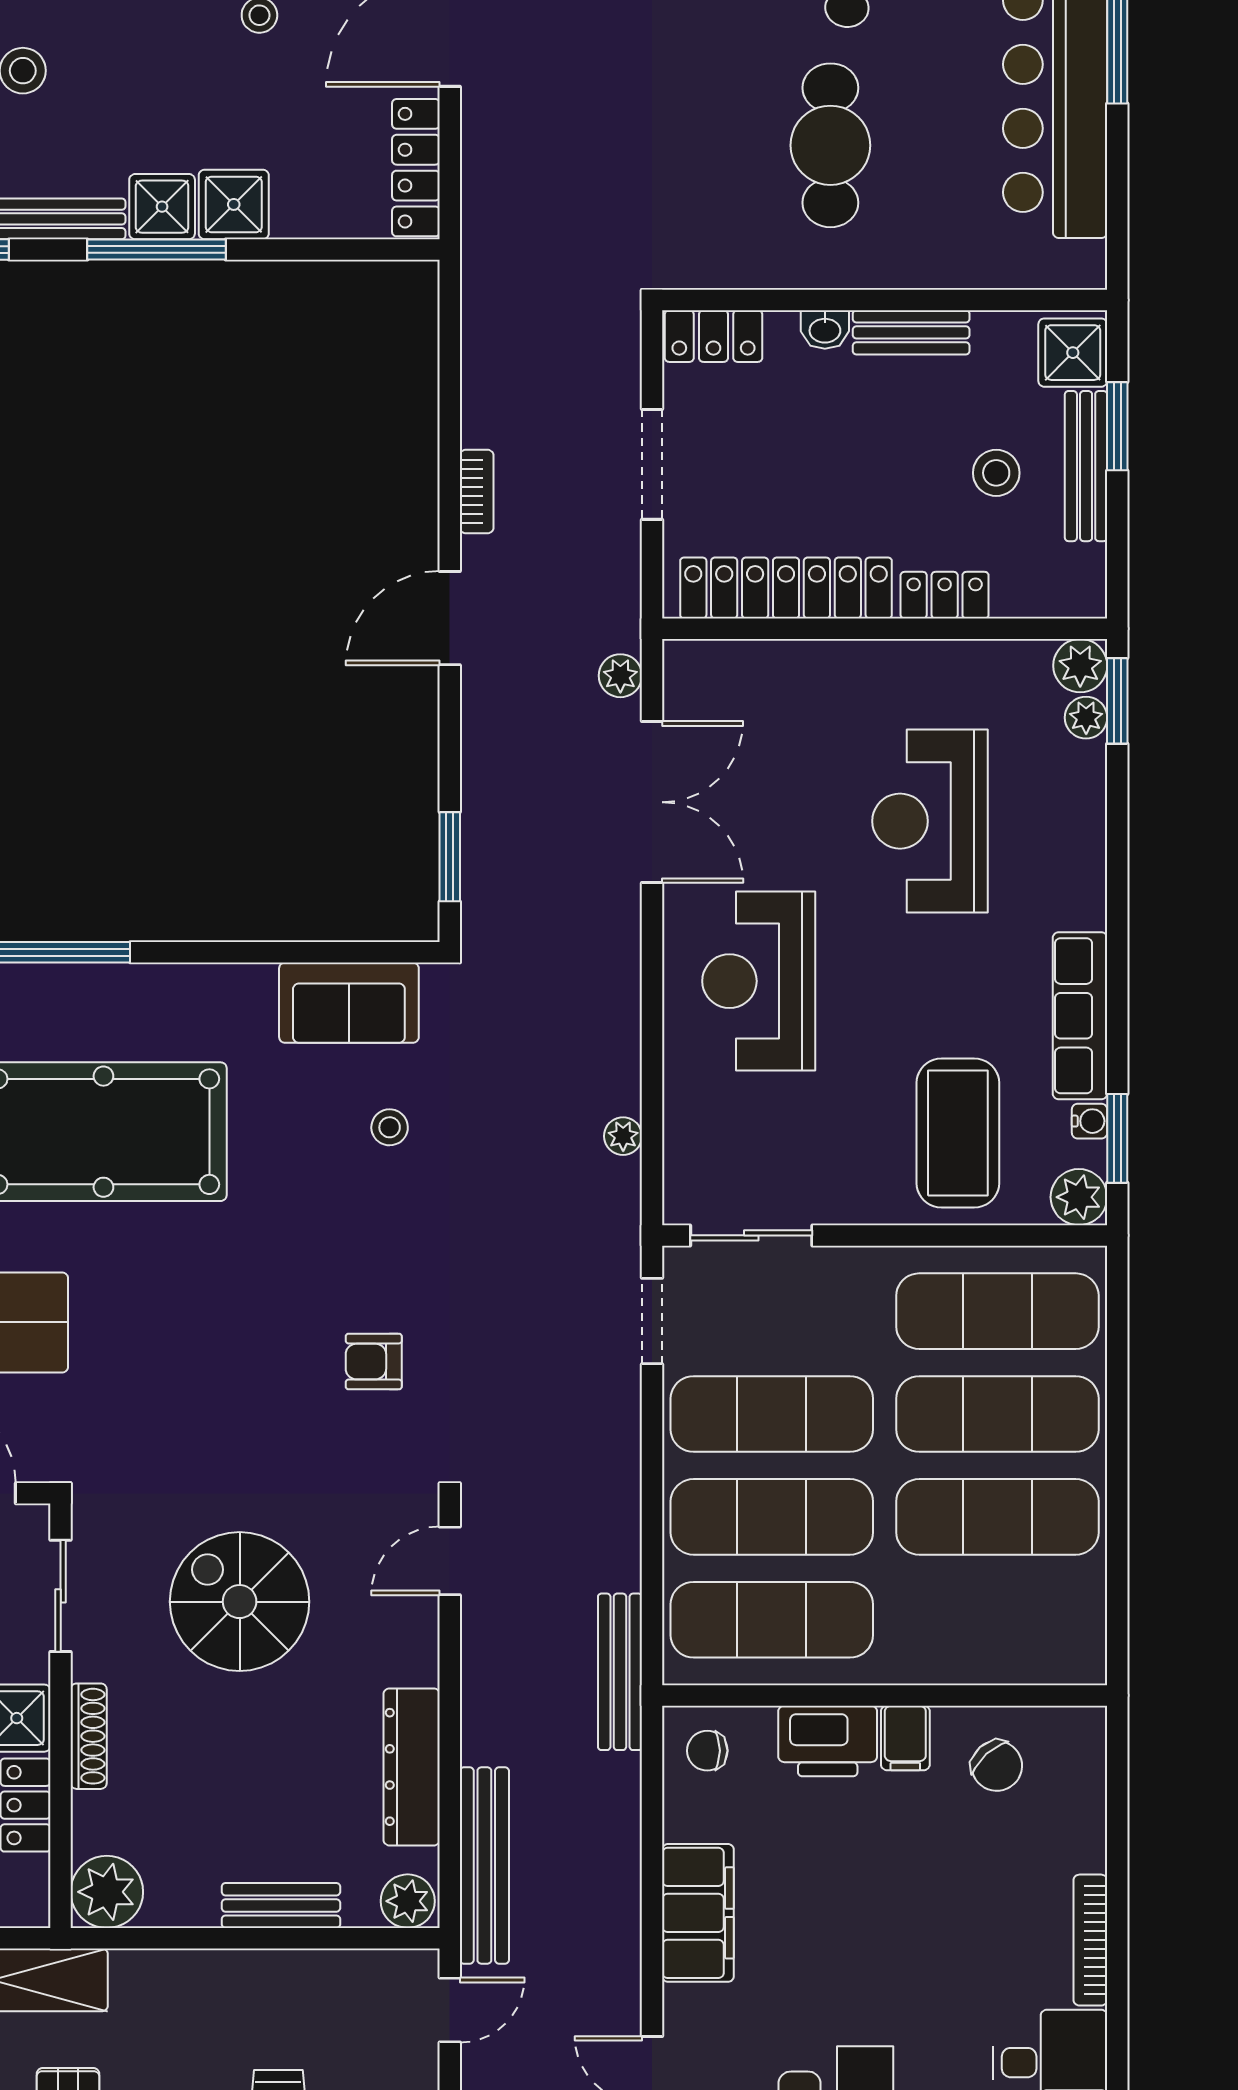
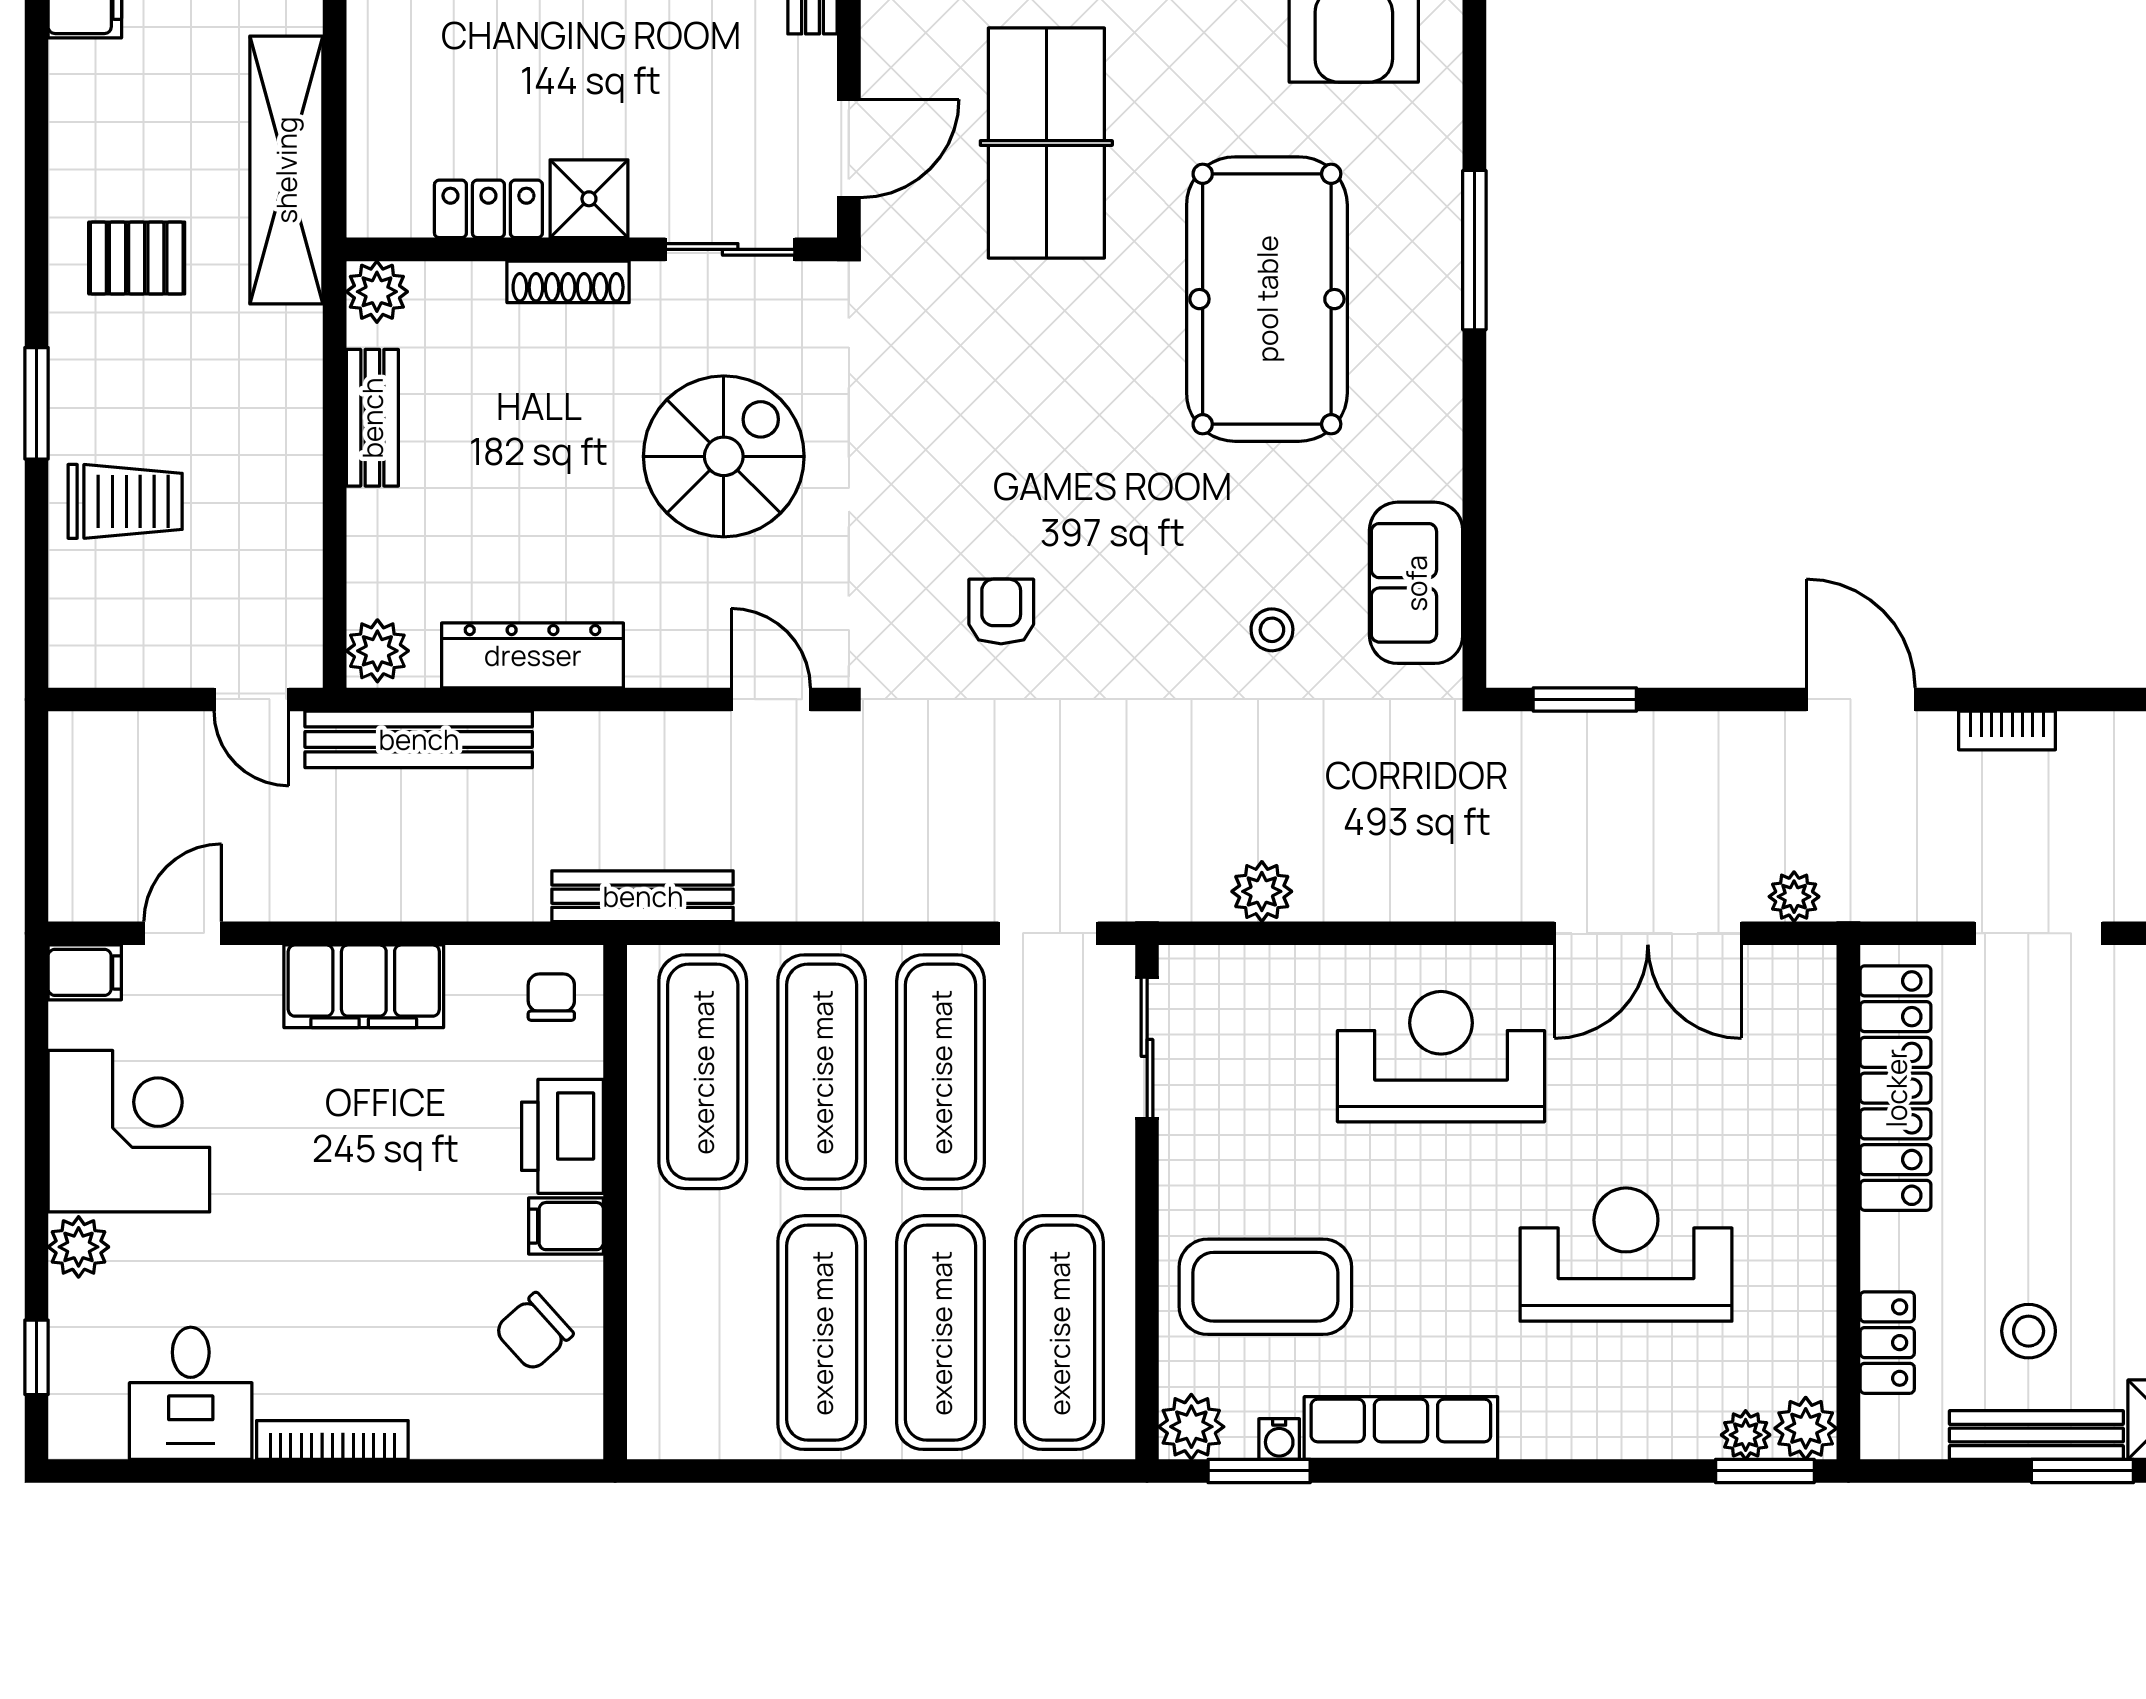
locker: (945, 595) -> (1887, 1343), moved
plant: (623, 1136) -> (1262, 891), width x1.38, depth x1.38
plant: (107, 1892) -> (377, 292), width x0.73, depth x0.73
bench: (281, 1905) -> (372, 418), moved

